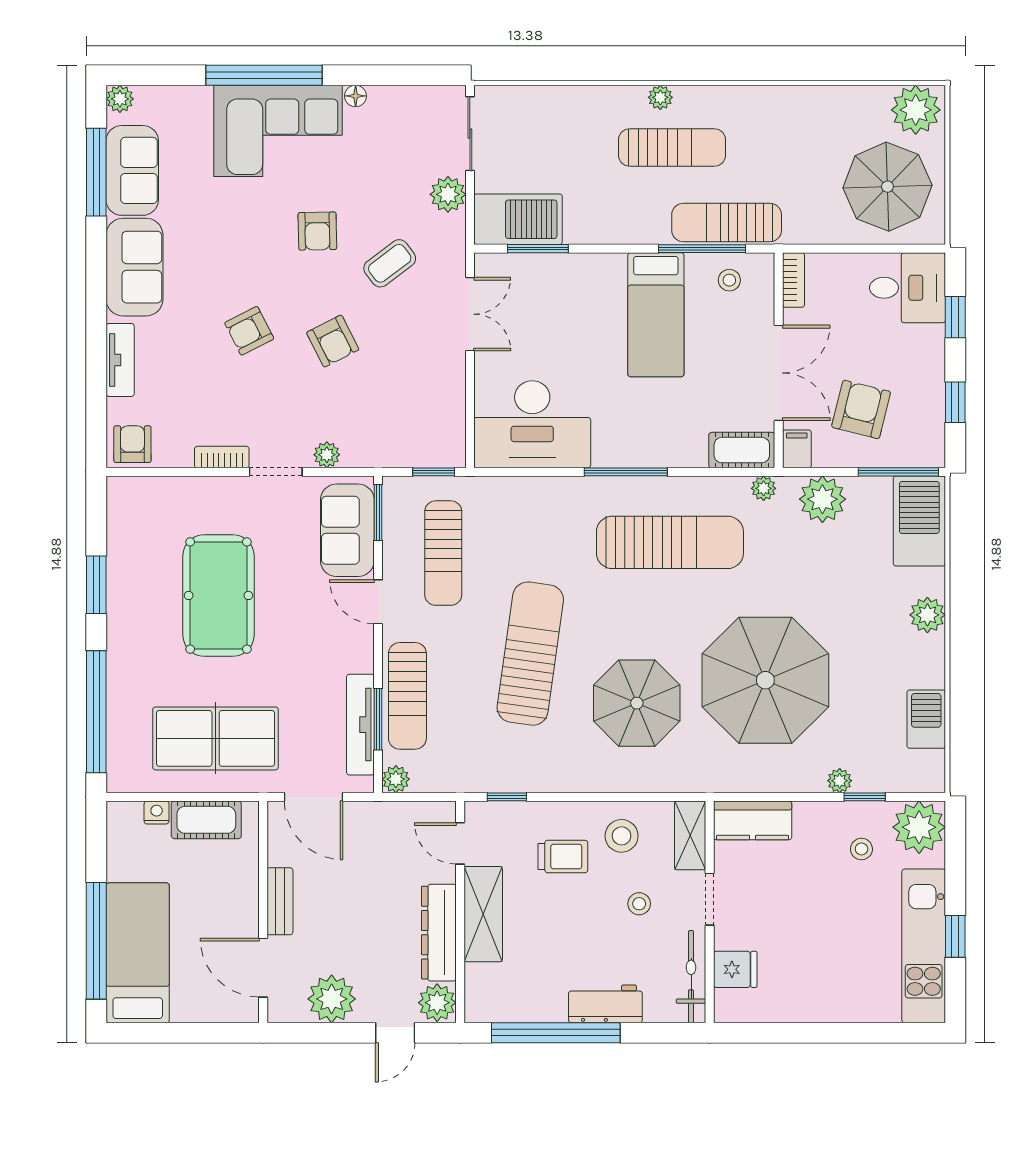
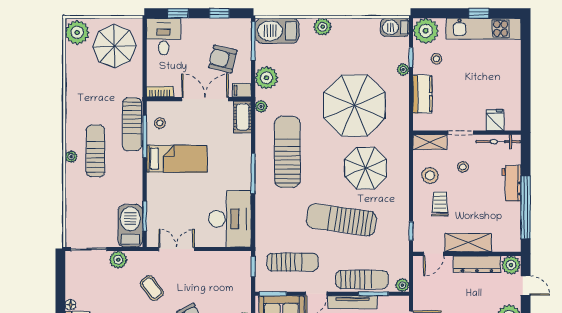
barbecue: (926, 719) -> (395, 27), moved
tv unit: (360, 725) -> (352, 302), moved
kitchen counter: (753, 820) -> (422, 94), moved

